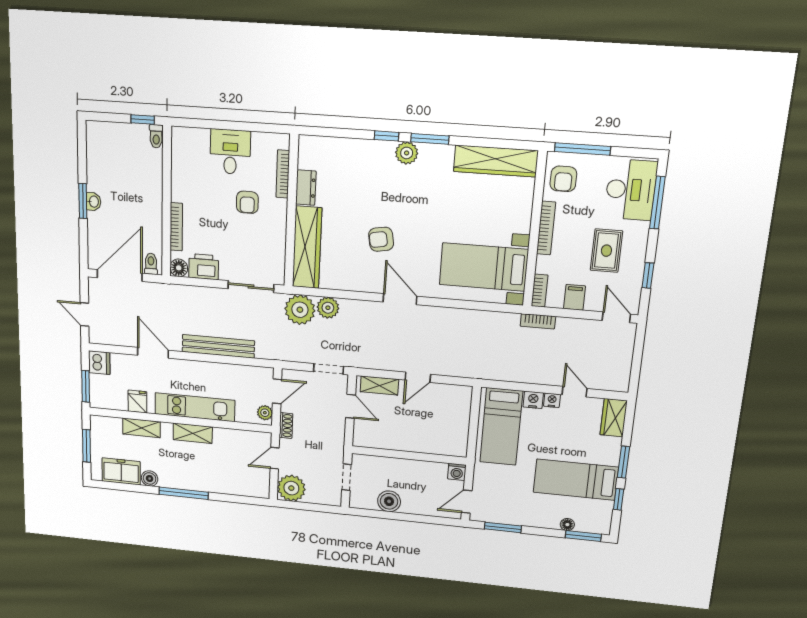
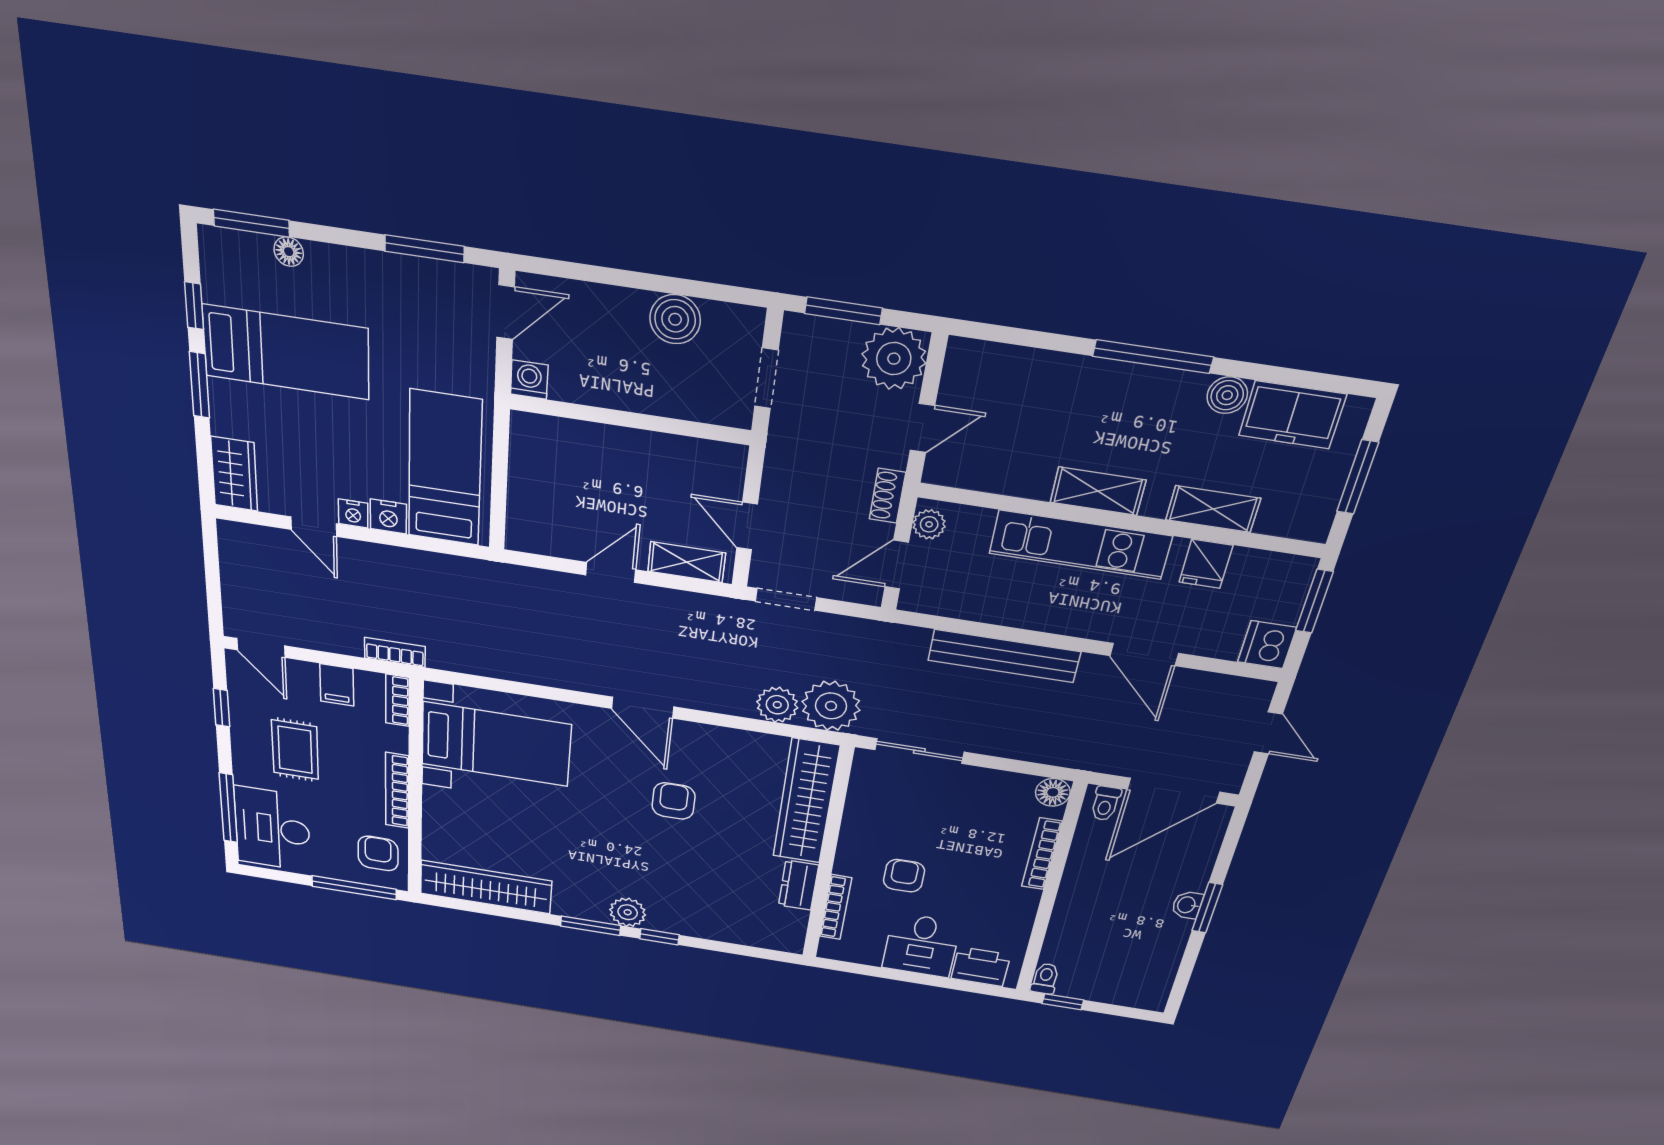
armchair: (381, 239) -> (674, 801), turned -80
printer: (204, 267) -> (981, 967), moved, turned 180
window: (315, 507) -> (843, 311), added

